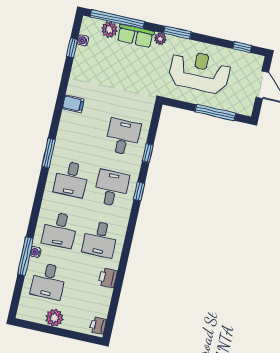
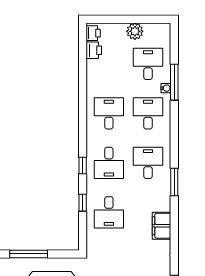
filing cabinet: (73, 104) -> (162, 226), width x2.00
printer: (108, 278) -> (94, 50), moved

